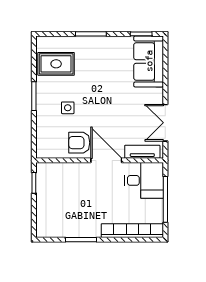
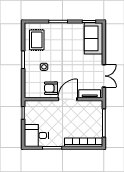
rug: (56, 64) -> (37, 40), turned 90
double door: (165, 123) -> (104, 76), swing flipped
door: (106, 160) -> (68, 99), hinge flipped
desk: (144, 180) -> (36, 135), moved, turned 180

